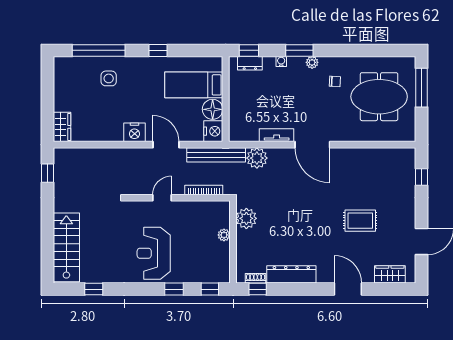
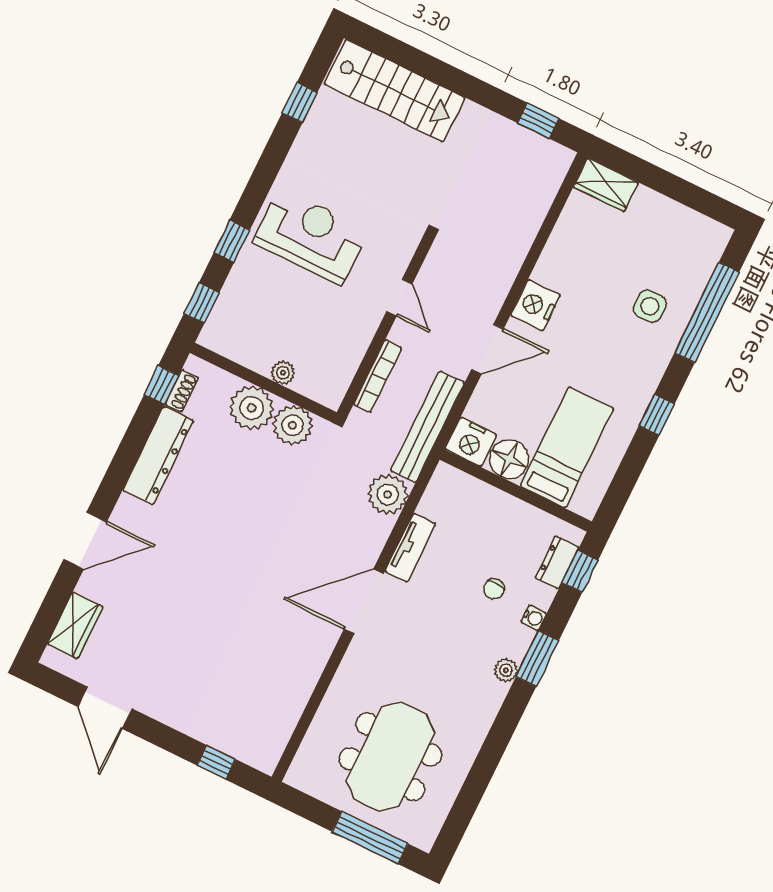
chair: (335, 81) -> (494, 589), moved
rug: (360, 221) -> (193, 620), removed
plant: (248, 242) -> (252, 408), added

